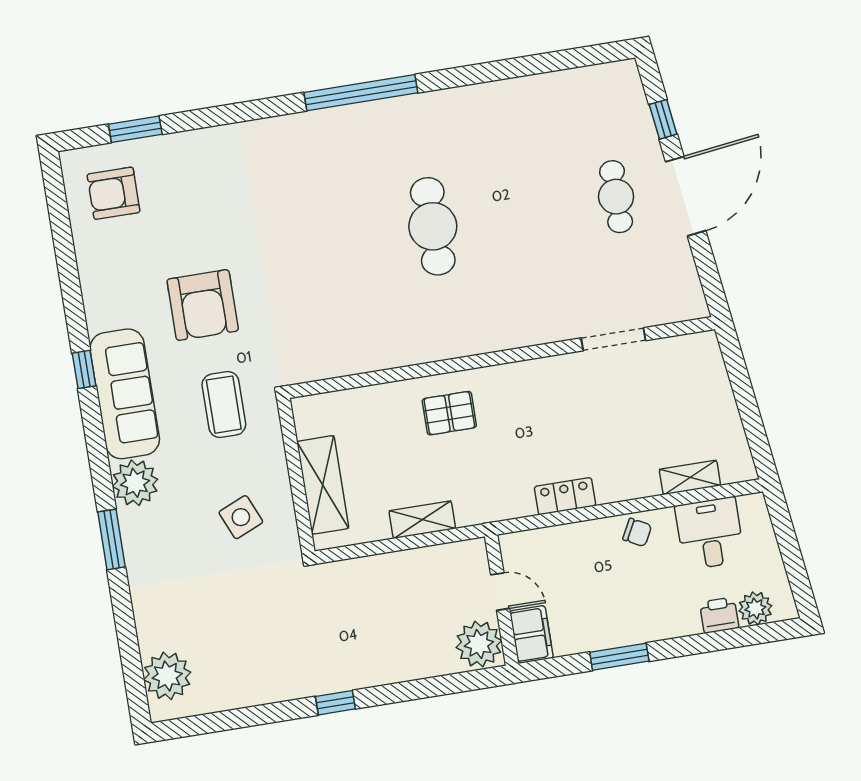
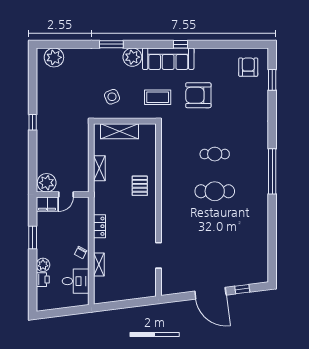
cafe table: (616, 197) -> (215, 154), moved
shelving: (690, 477) -> (99, 264), moved
plant: (755, 608) -> (43, 265), moved

